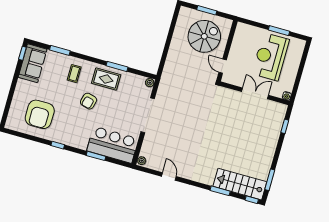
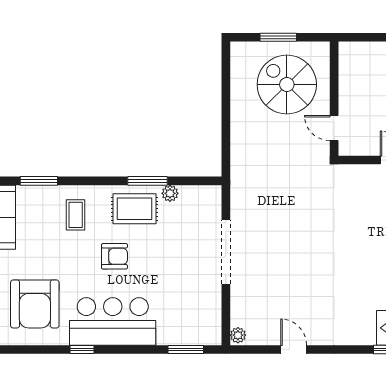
spiral stairs: (204, 36) -> (287, 85), turned -90
plant: (150, 83) -> (170, 193), moved
armchair: (89, 101) -> (114, 256), turned -105
bar counter: (113, 145) -> (113, 321), moved
window: (96, 156) -> (186, 349), moved

